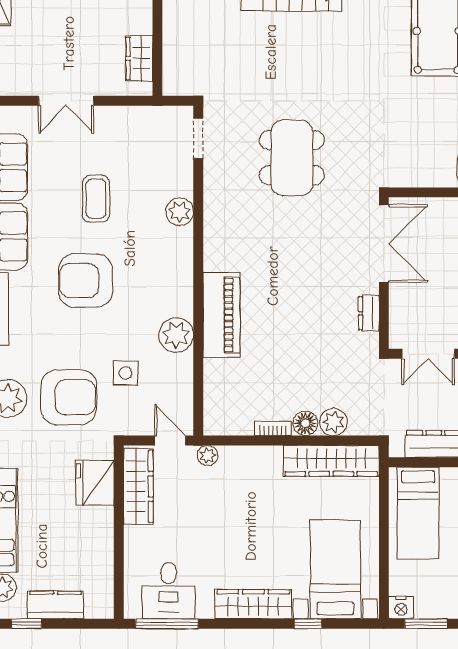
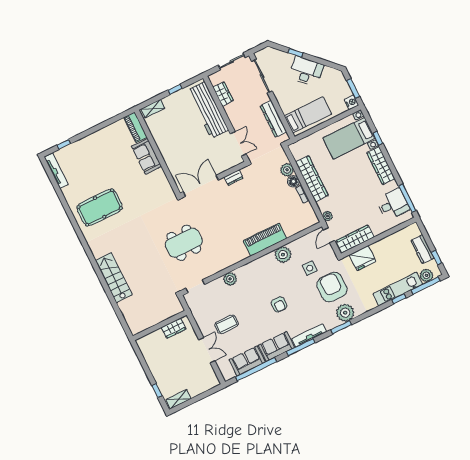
coffee table: (96, 199) -> (227, 324), moved
armchair: (86, 281) -> (279, 304), width x0.53, depth x0.53
wardrobe: (331, 461) -> (312, 179), moved

